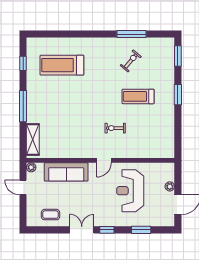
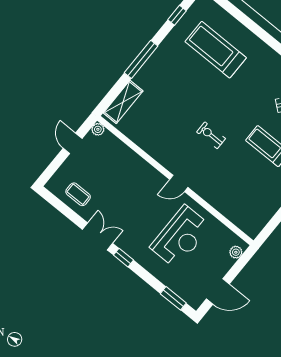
exercise bike: (115, 128) -> (211, 135), moved
sofa: (66, 172) -> (130, 164), removed
plant: (170, 186) -> (236, 252), moved
reception desk: (130, 191) -> (180, 237), turned 180
window: (141, 230) -> (173, 298), moved

